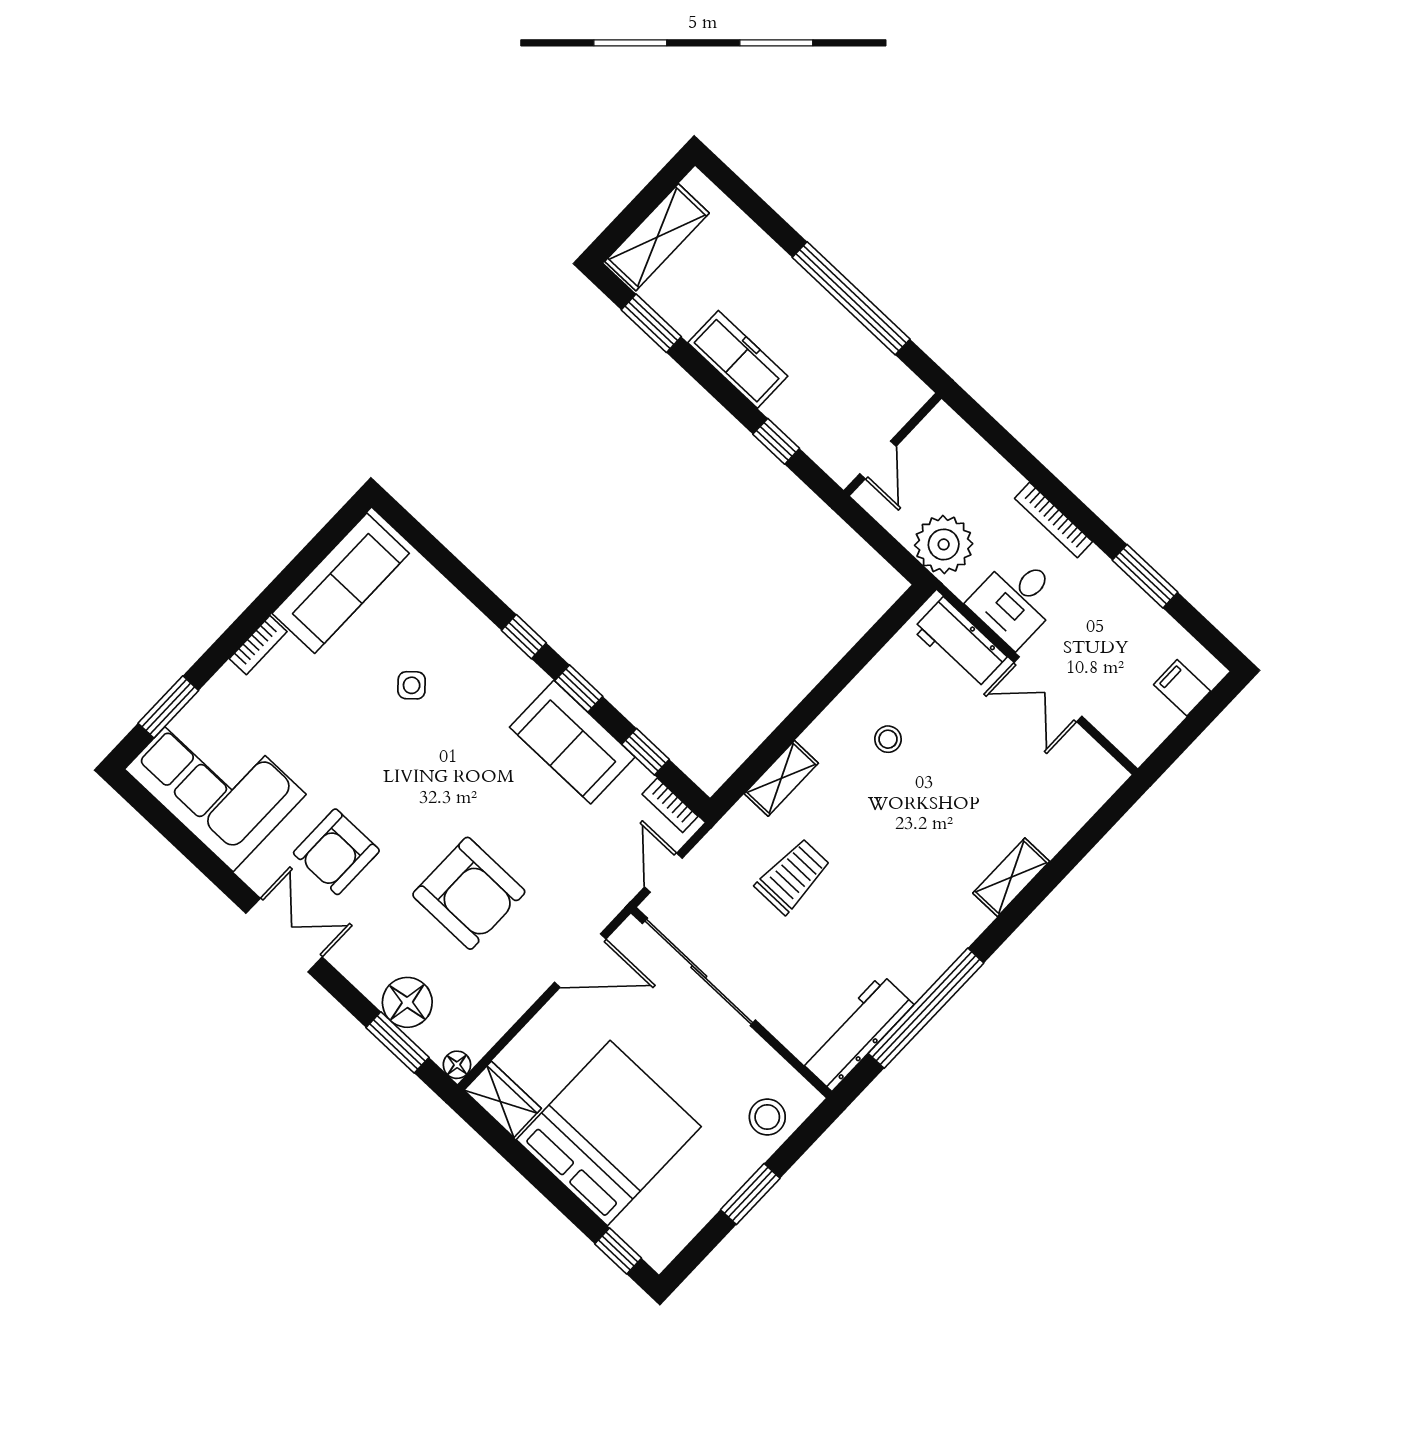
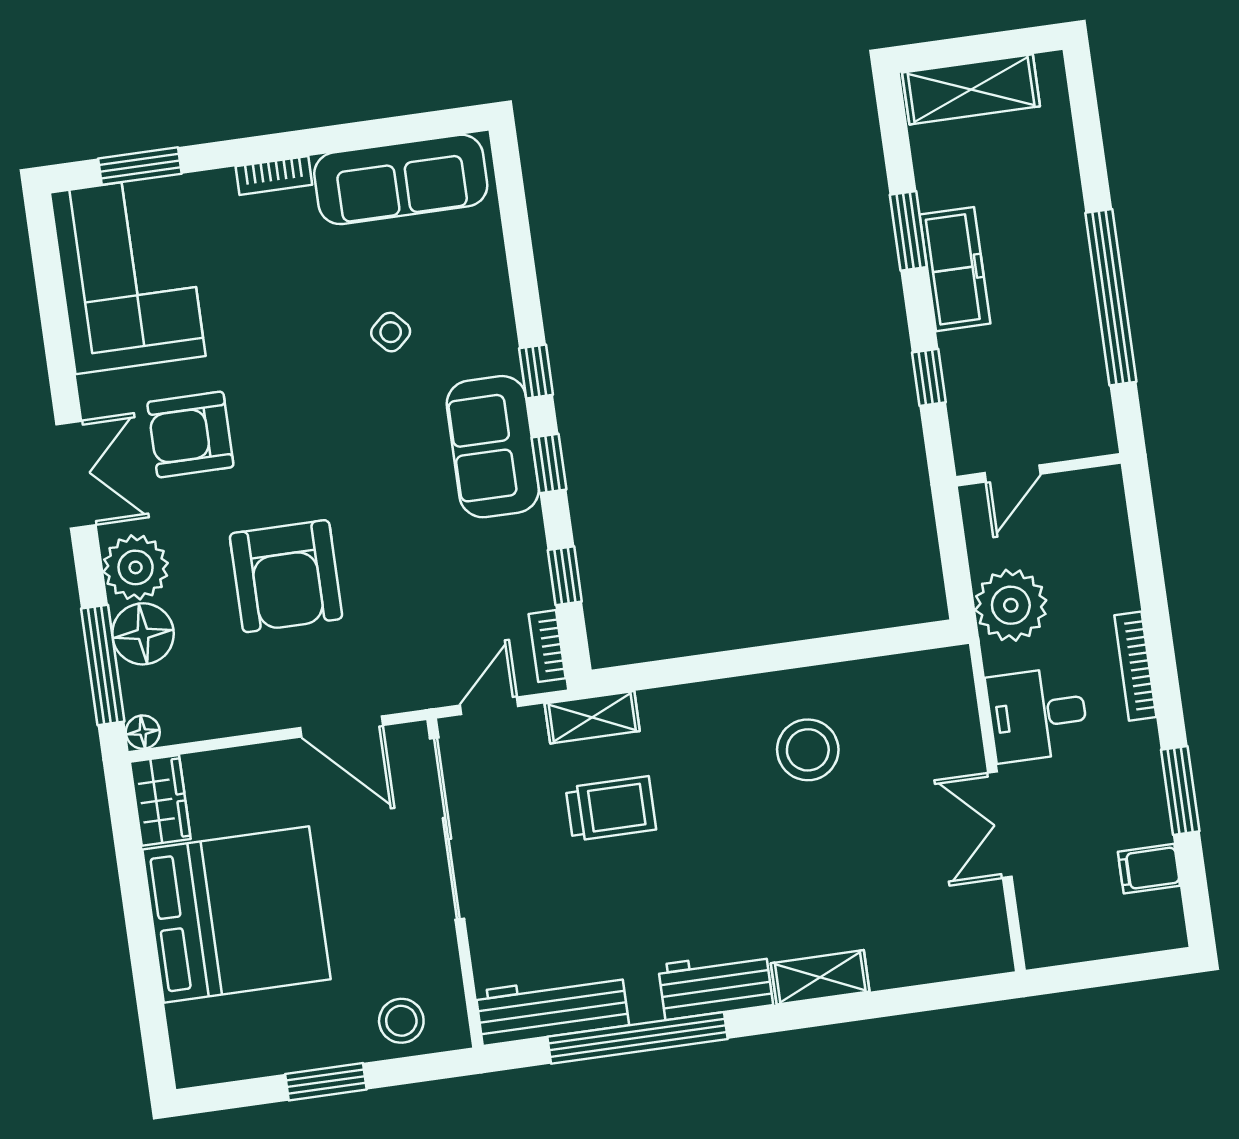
window: (651, 323) -> (908, 231), moved
workbench: (960, 643) -> (716, 985), moved, turned 90
filing cabinet: (1182, 688) -> (1149, 869), moved, turned -90
stool: (888, 739) -> (808, 750), width x1.89, depth x1.89
sofa: (572, 742) -> (493, 447), moved
shelving: (781, 778) -> (592, 717), moved
plant: (369, 964) -> (136, 567), added
window: (398, 1042) -> (103, 665), width x1.44
window: (618, 1251) -> (155, 1035), removed

